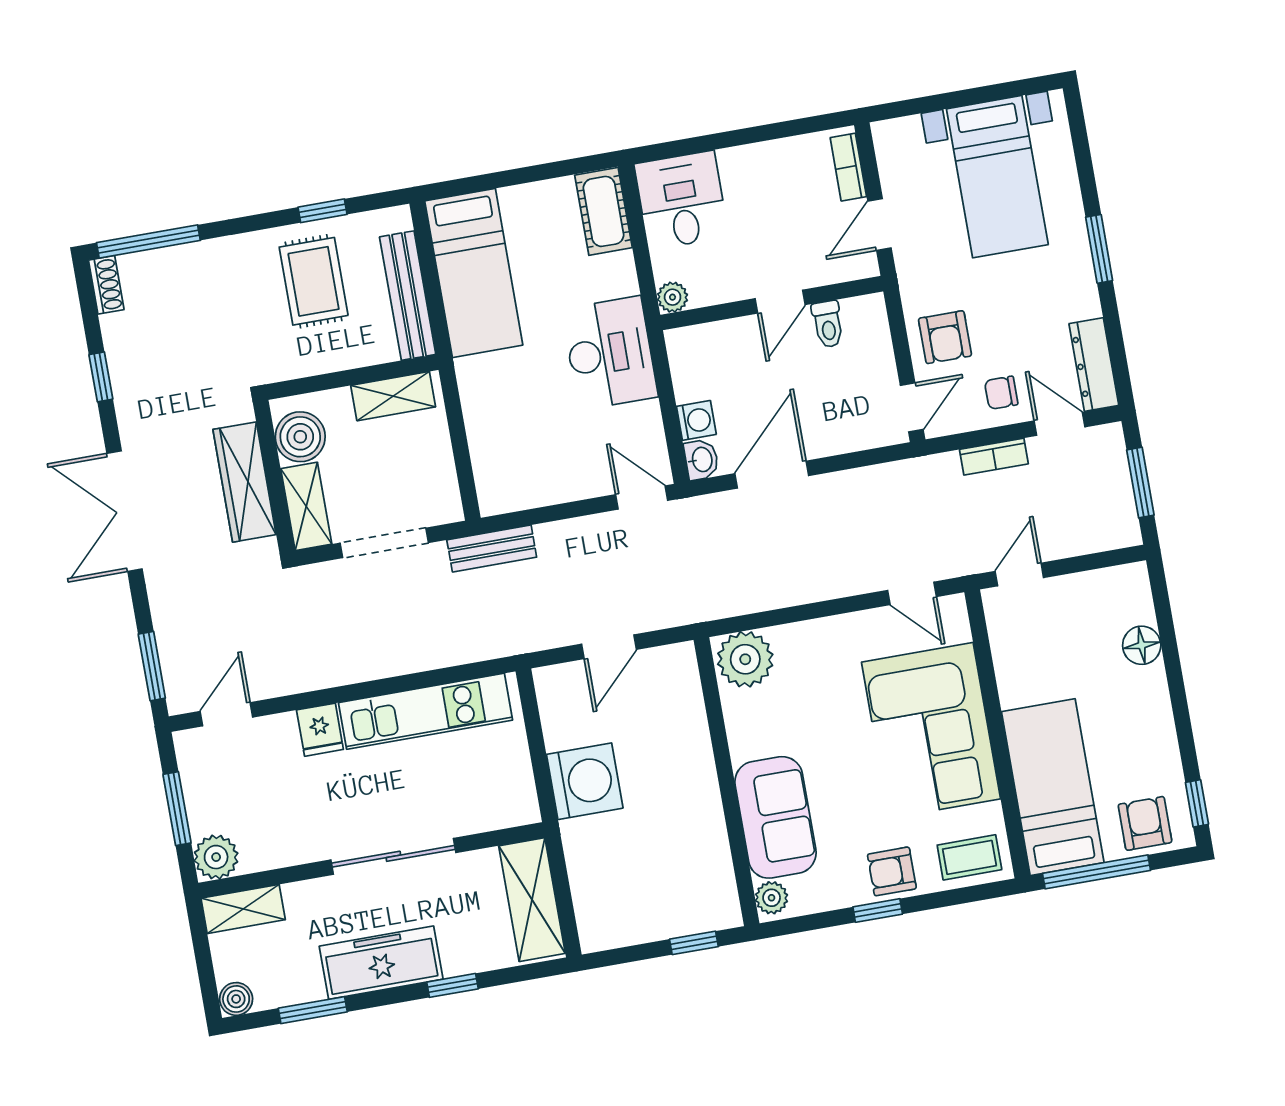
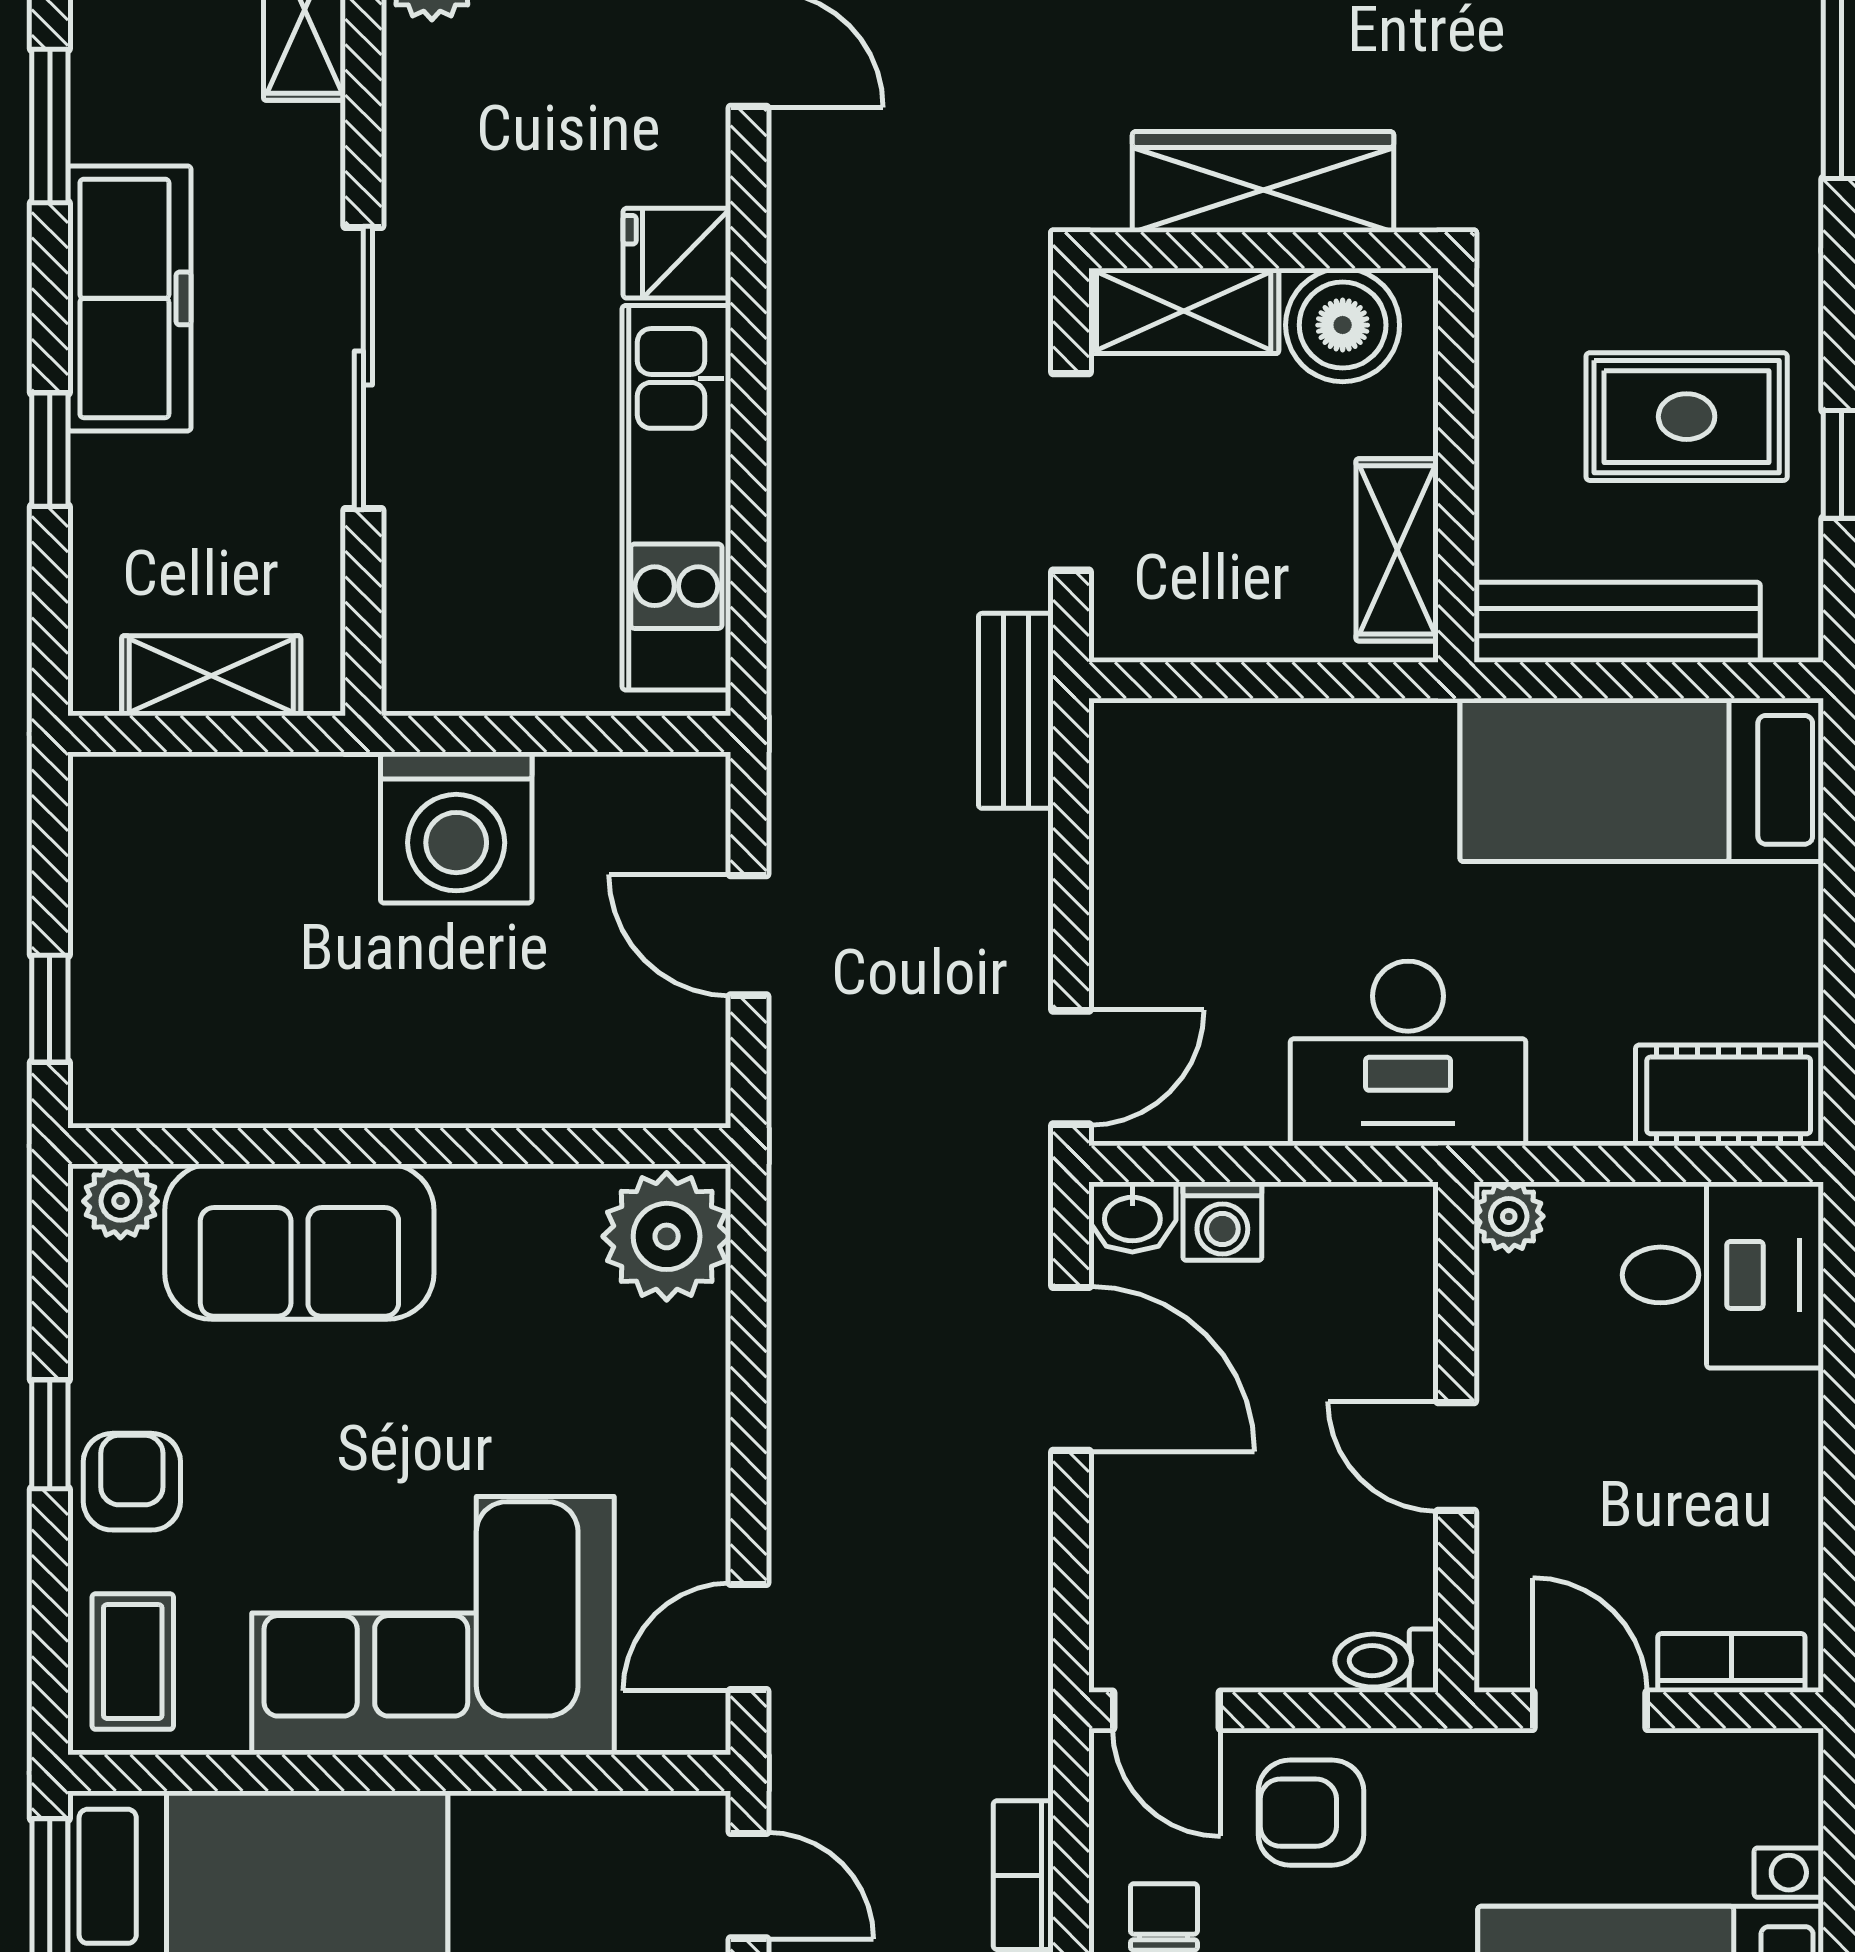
toilet: (828, 324) -> (1387, 1661), moved
shelving: (532, 900) -> (211, 676), width x0.67, depth x0.75

